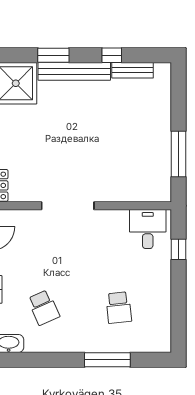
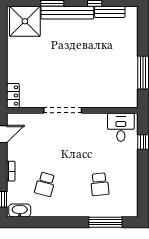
school desk: (44, 308) -> (45, 184), turned 39
window: (107, 360) -> (105, 222), moved

